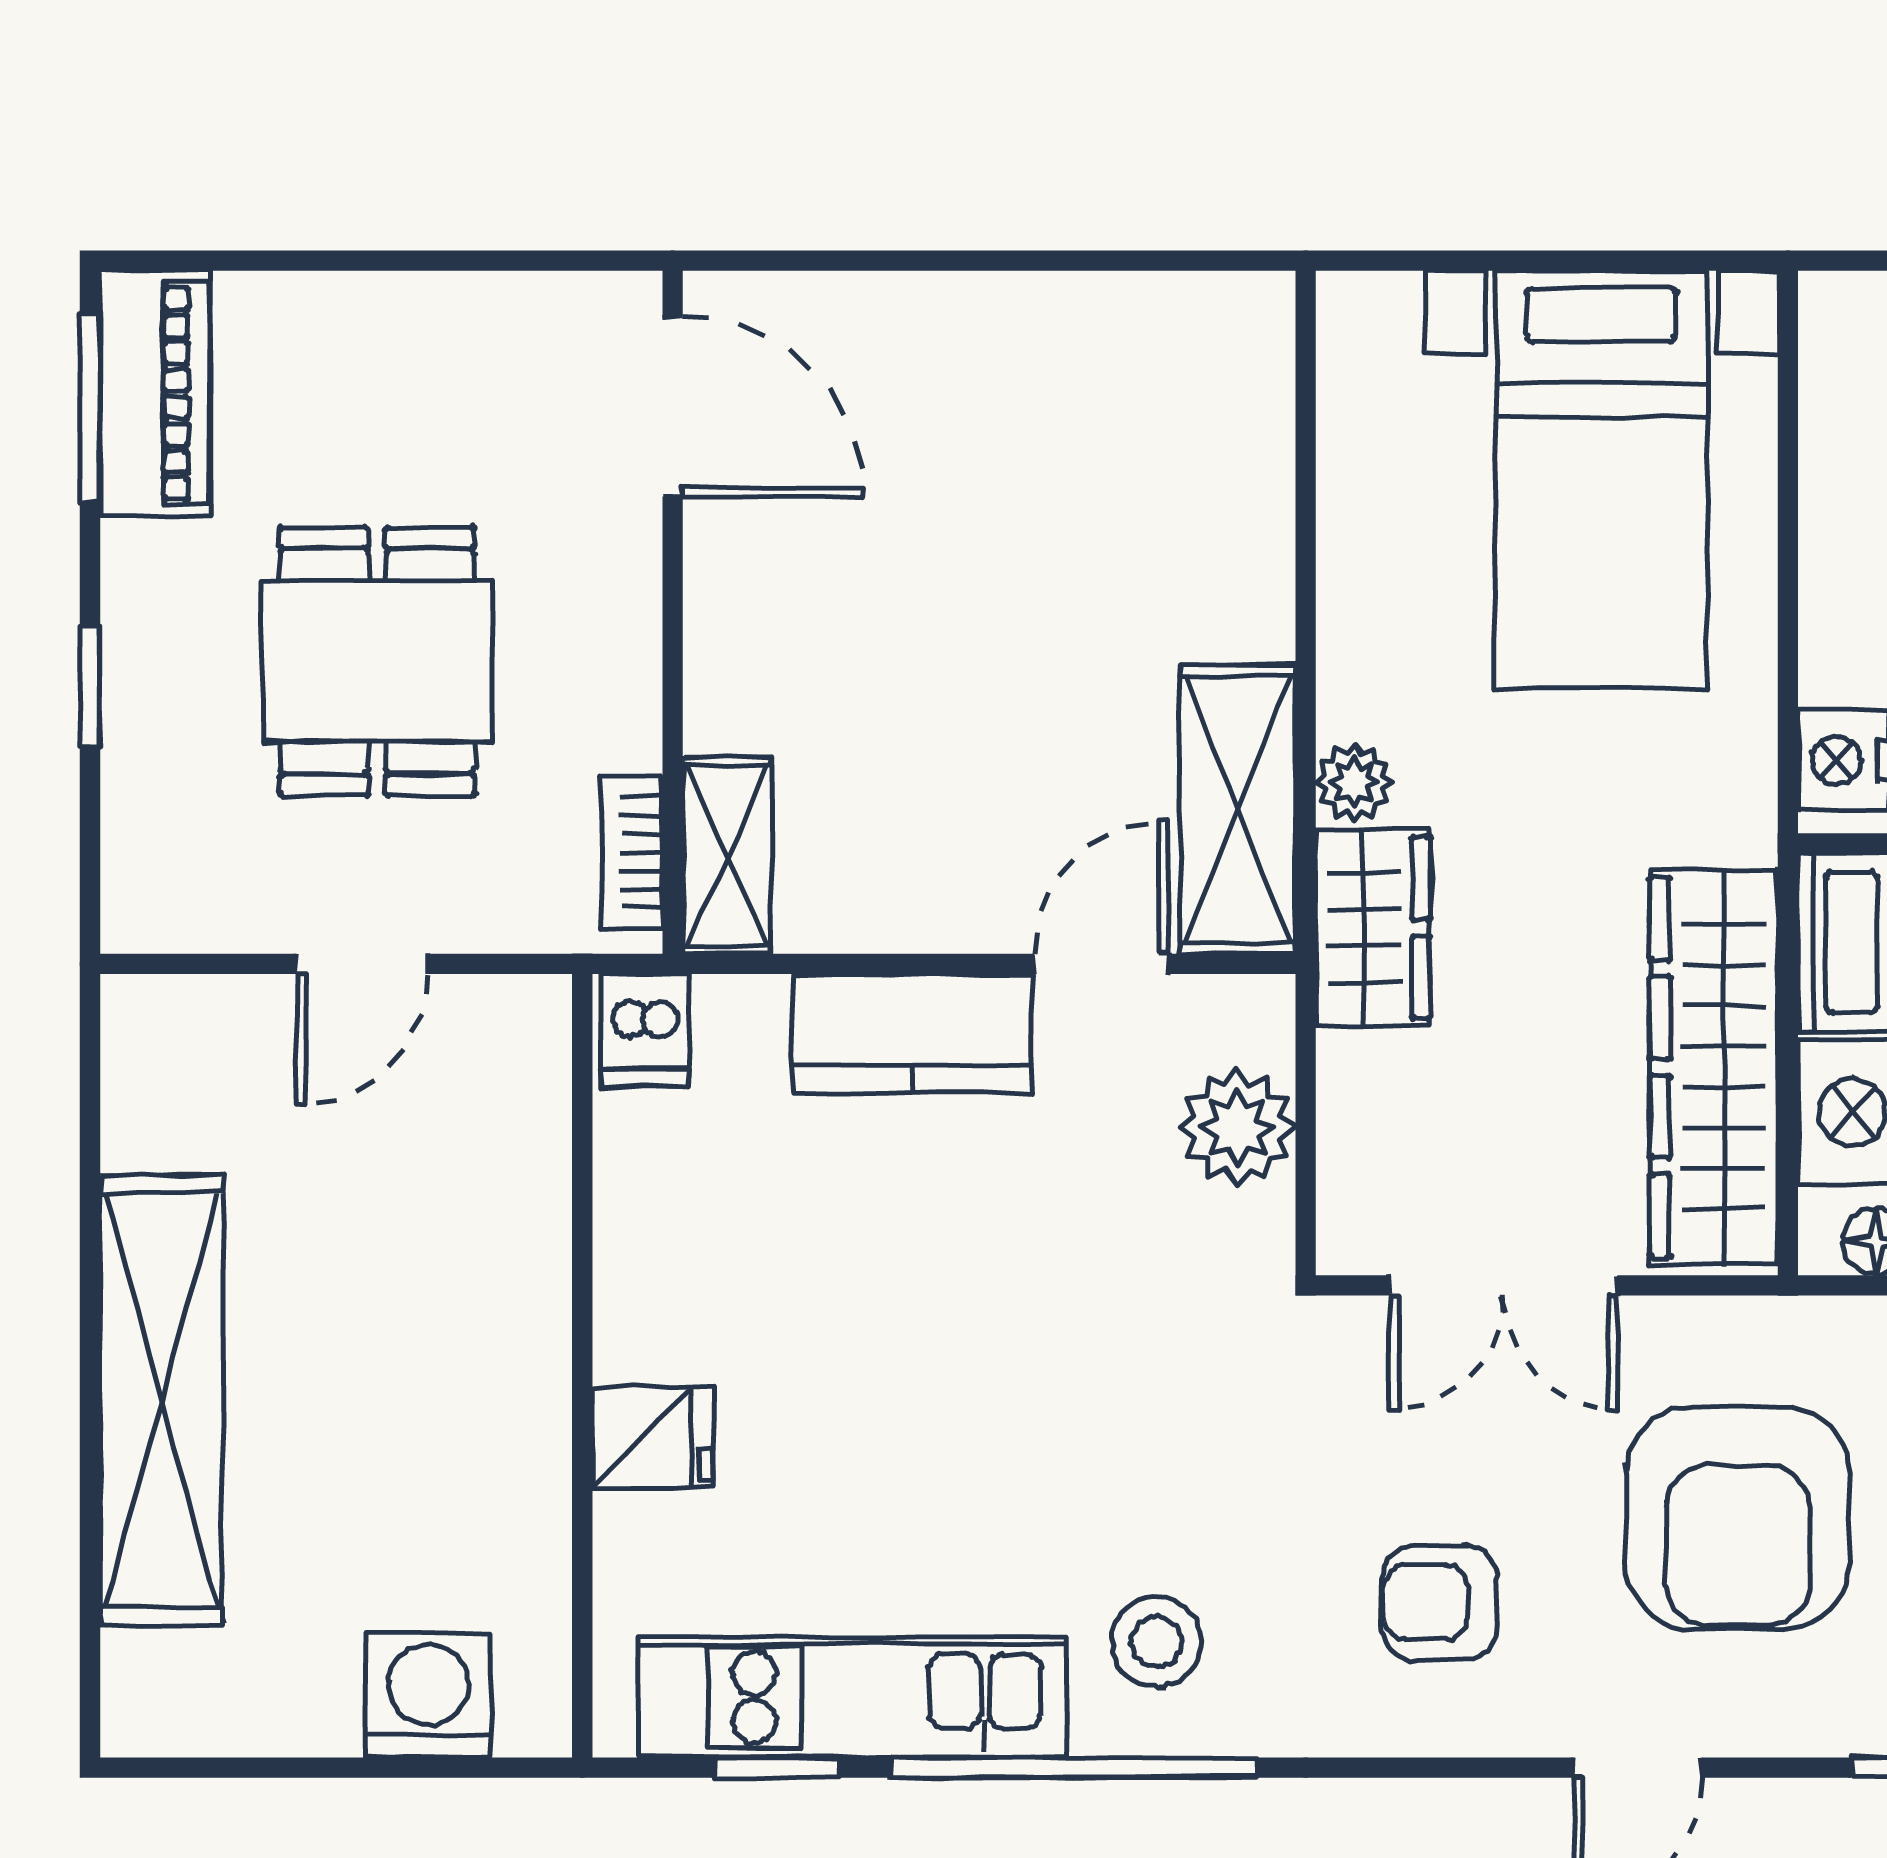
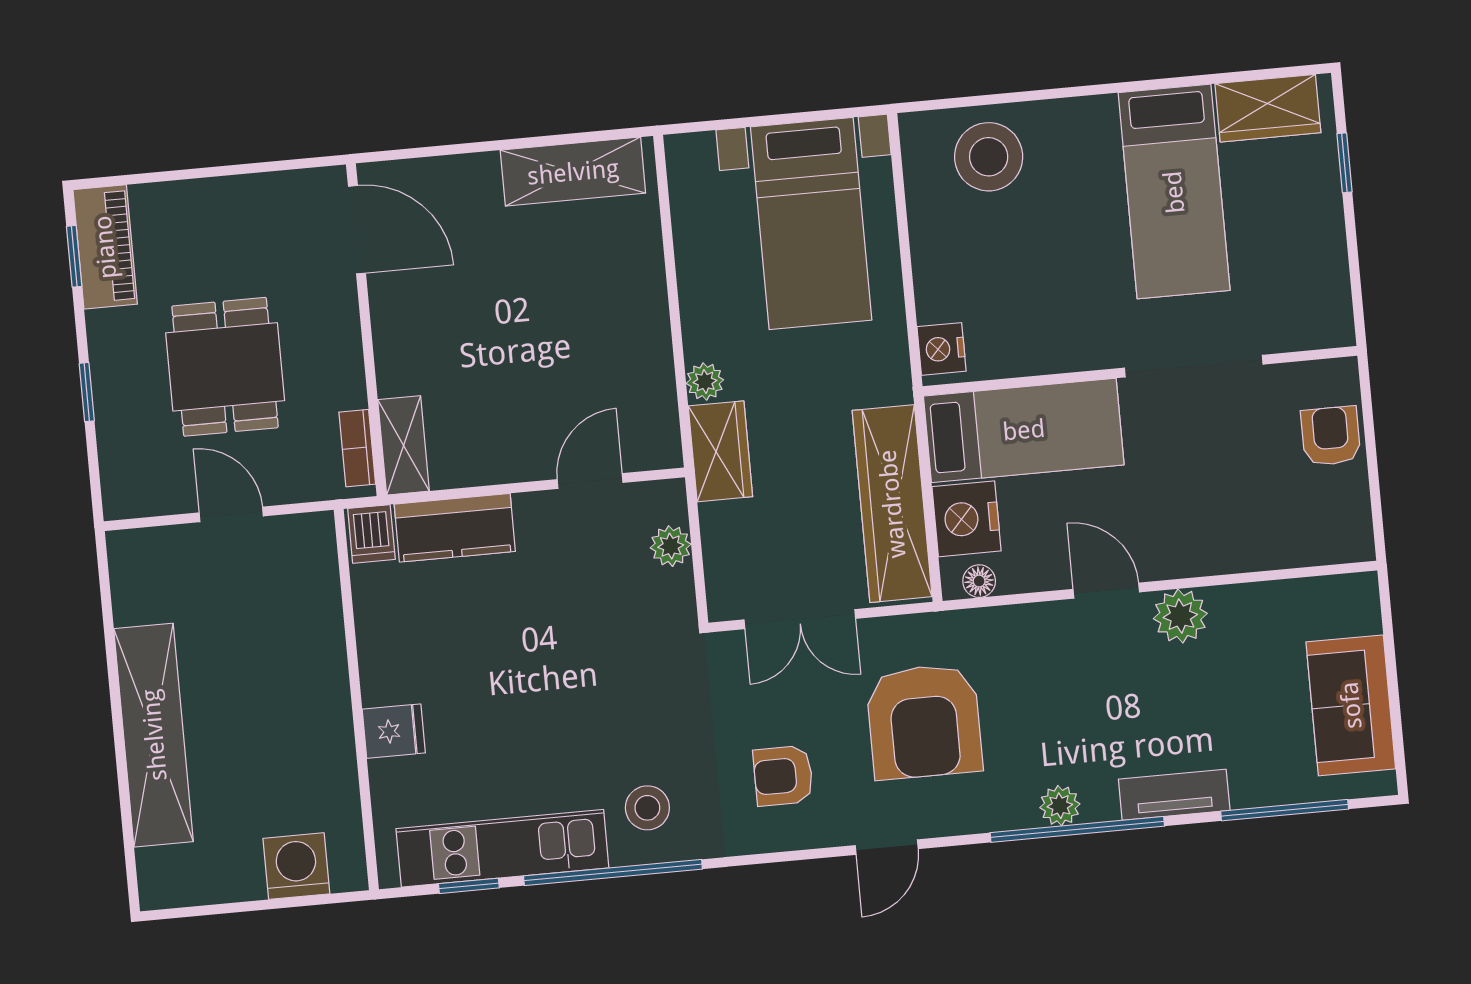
window: (90, 407) -> (74, 256), width x0.67
shelving: (1238, 809) -> (573, 172), moved, turned 90
door: (362, 964) -> (231, 514), swing flipped
kitchen counter: (912, 1034) -> (455, 528), moved
plant: (1237, 1128) -> (671, 546), width x0.73, depth x0.73

